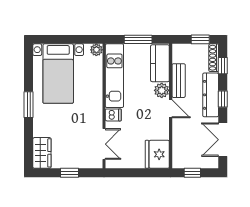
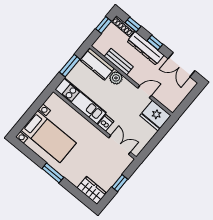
plant: (96, 50) -> (54, 99), removed
door: (171, 109) -> (145, 92), moved
window: (192, 173) -> (187, 103), removed

